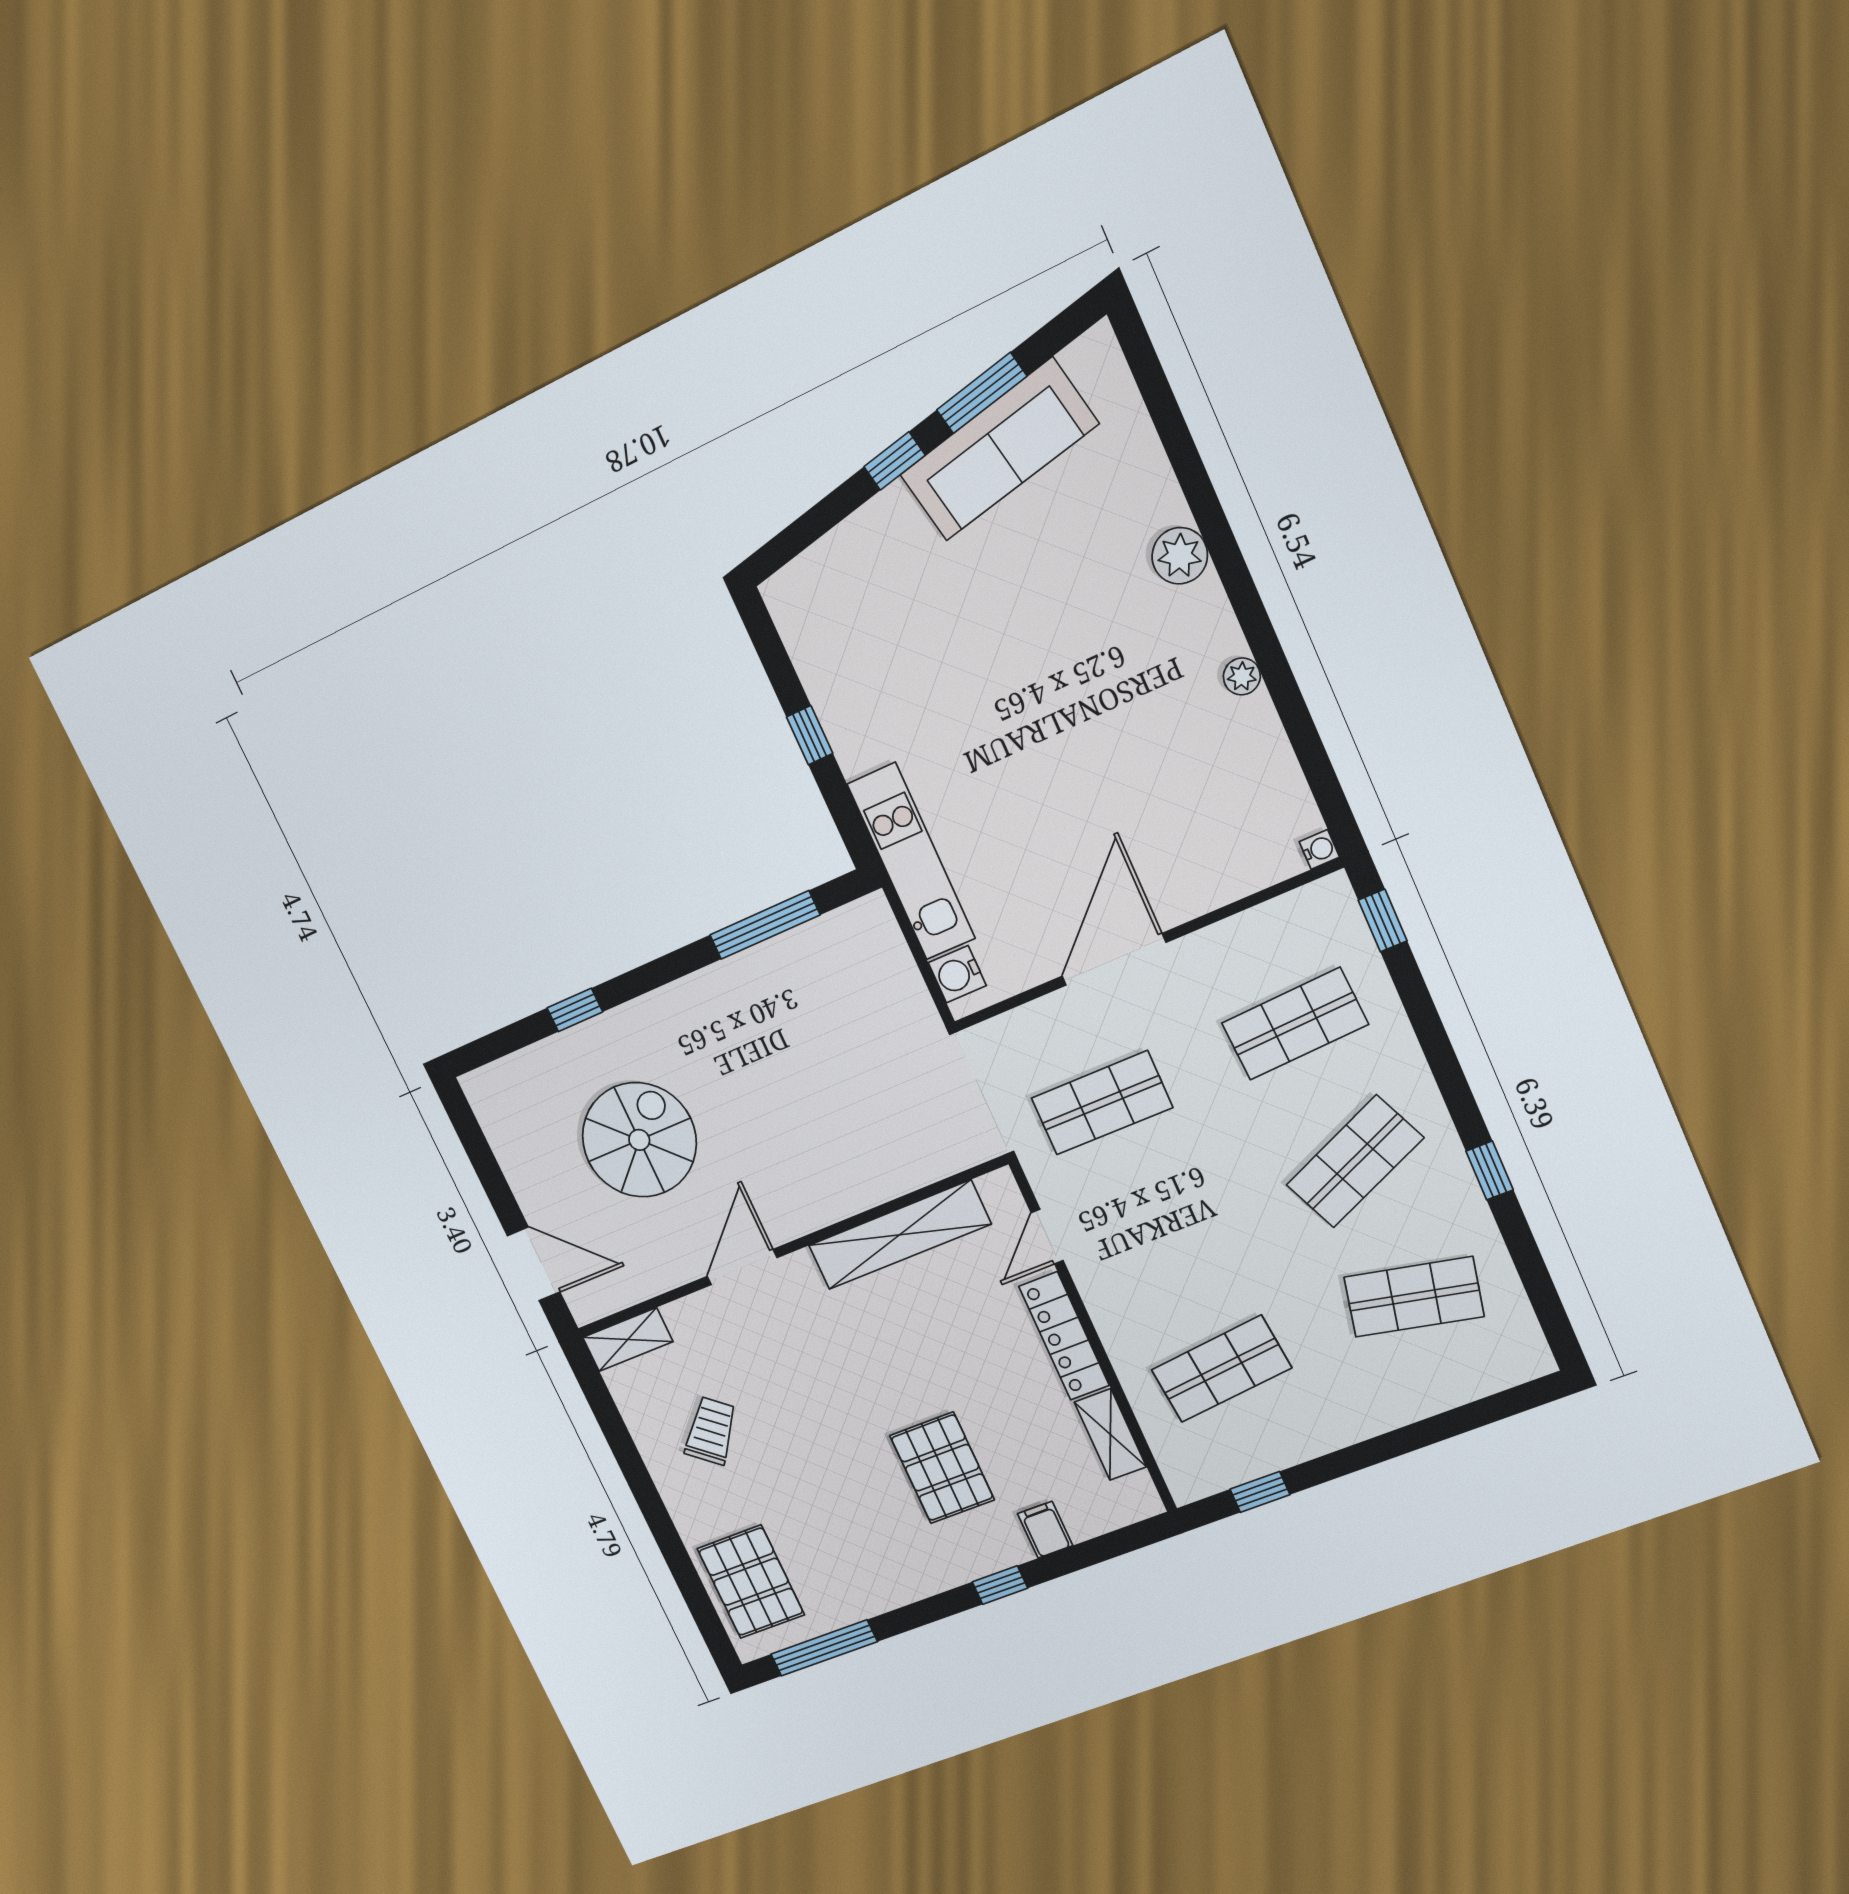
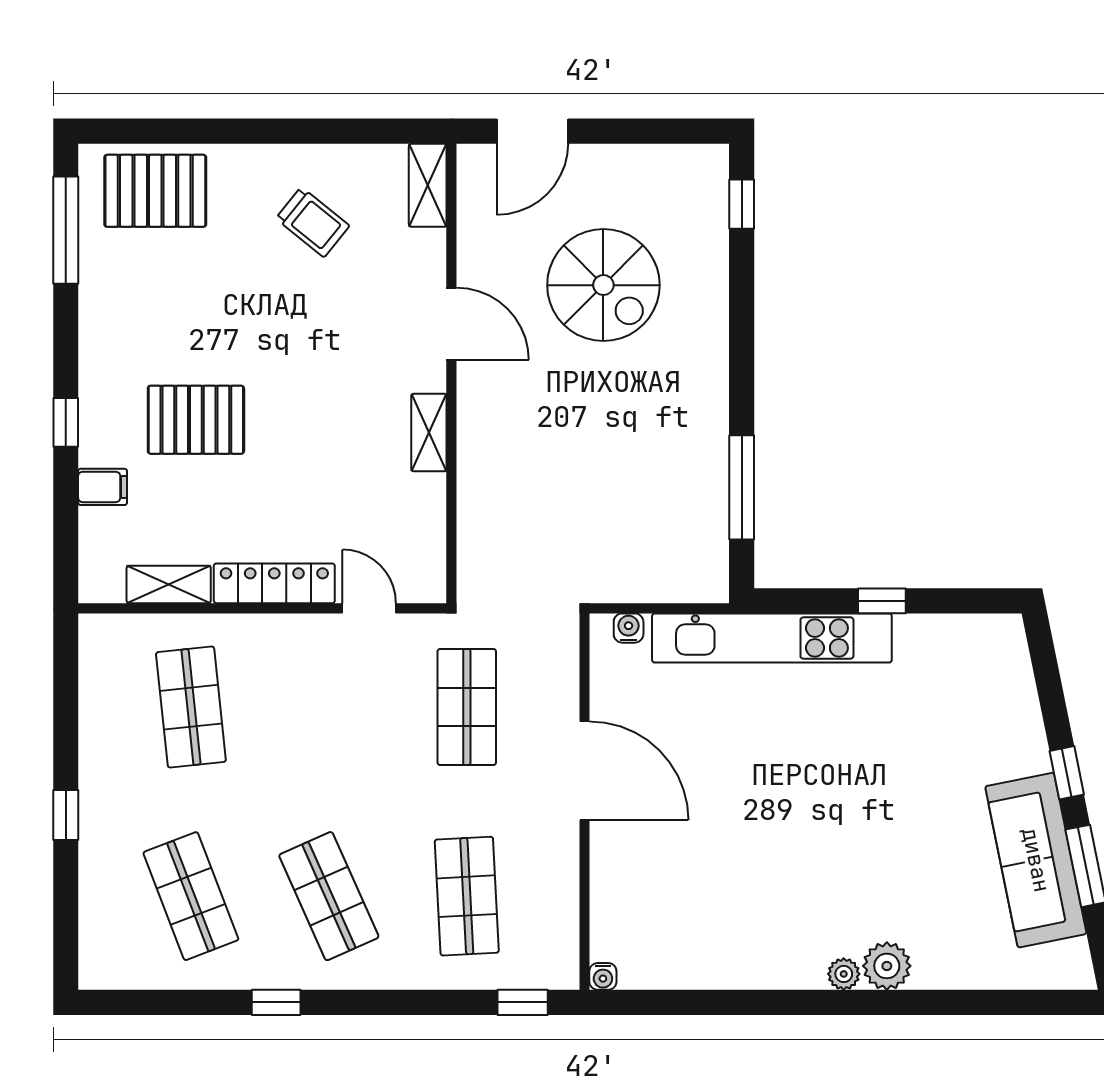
plant: (1242, 676) -> (844, 974), moved
kitchen unit: (911, 861) -> (772, 638), width x1.36
water cooler: (957, 974) -> (629, 628), width x0.72, depth x0.72
window: (575, 1010) -> (742, 204), moved
shelving: (899, 1235) -> (429, 433), width x0.45, depth x0.75
shop shelf: (1414, 1297) -> (191, 896), turned -33
window: (1260, 1492) -> (66, 815), moved

